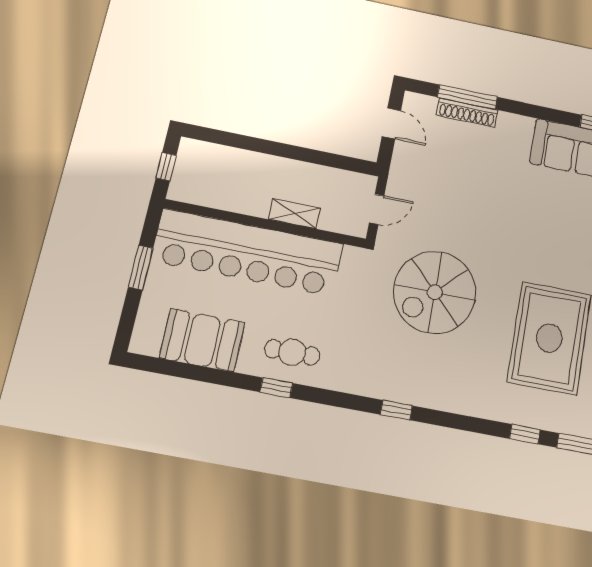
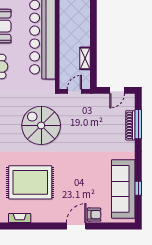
door: (377, 209) -> (74, 91), swing flipped
shelving: (294, 214) -> (85, 58), moved

